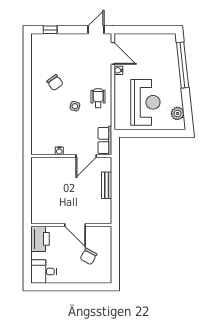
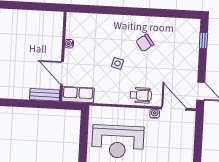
door: (113, 53) -> (174, 109), swing flipped
wheelchair: (98, 98) -> (141, 95), moved
bench: (107, 185) -> (45, 95), moved

